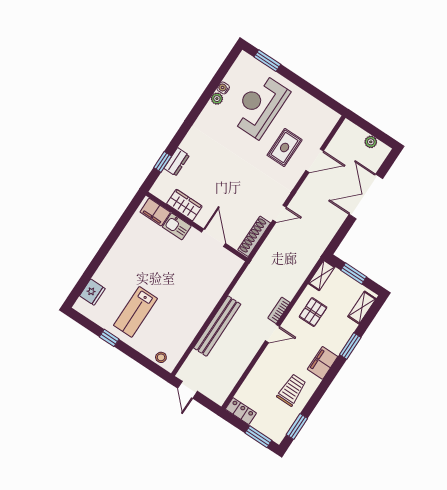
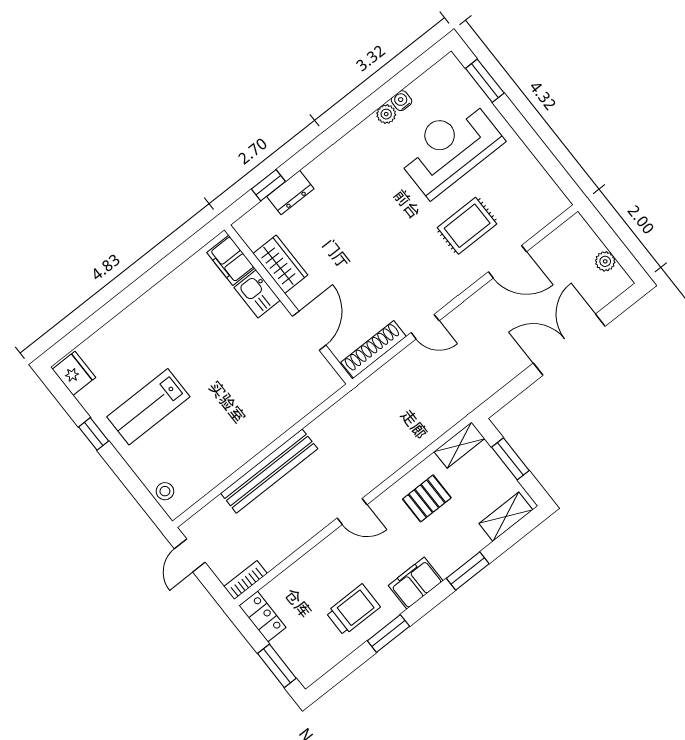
fridge: (92, 292) -> (74, 373), moved, turned -90
bookcase: (279, 310) -> (245, 580), moved
window: (297, 427) -> (388, 634), moved

